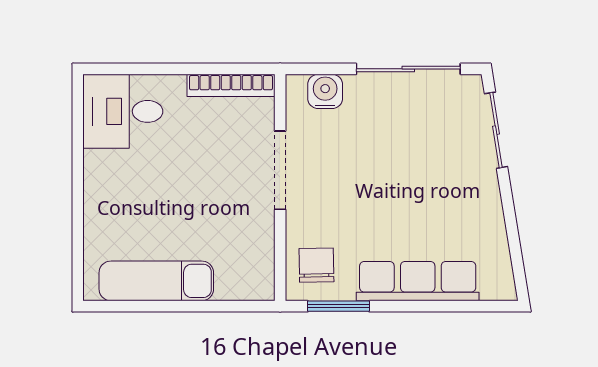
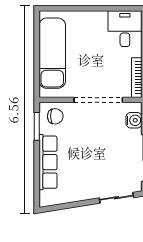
doorway: (280, 170) -> (98, 100), width x1.36
exam couch: (156, 281) -> (52, 53), width x1.36, depth x1.45

